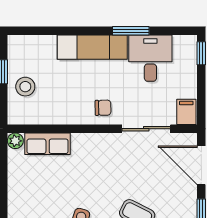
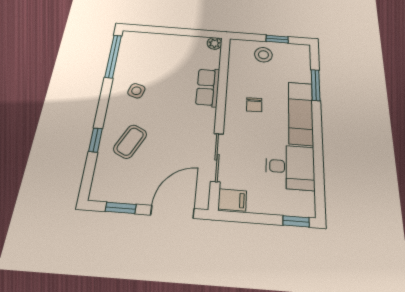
window: (131, 31) -> (316, 85), moved
chair: (103, 108) -> (254, 105), moved
row of seats: (48, 144) -> (208, 87), moved

